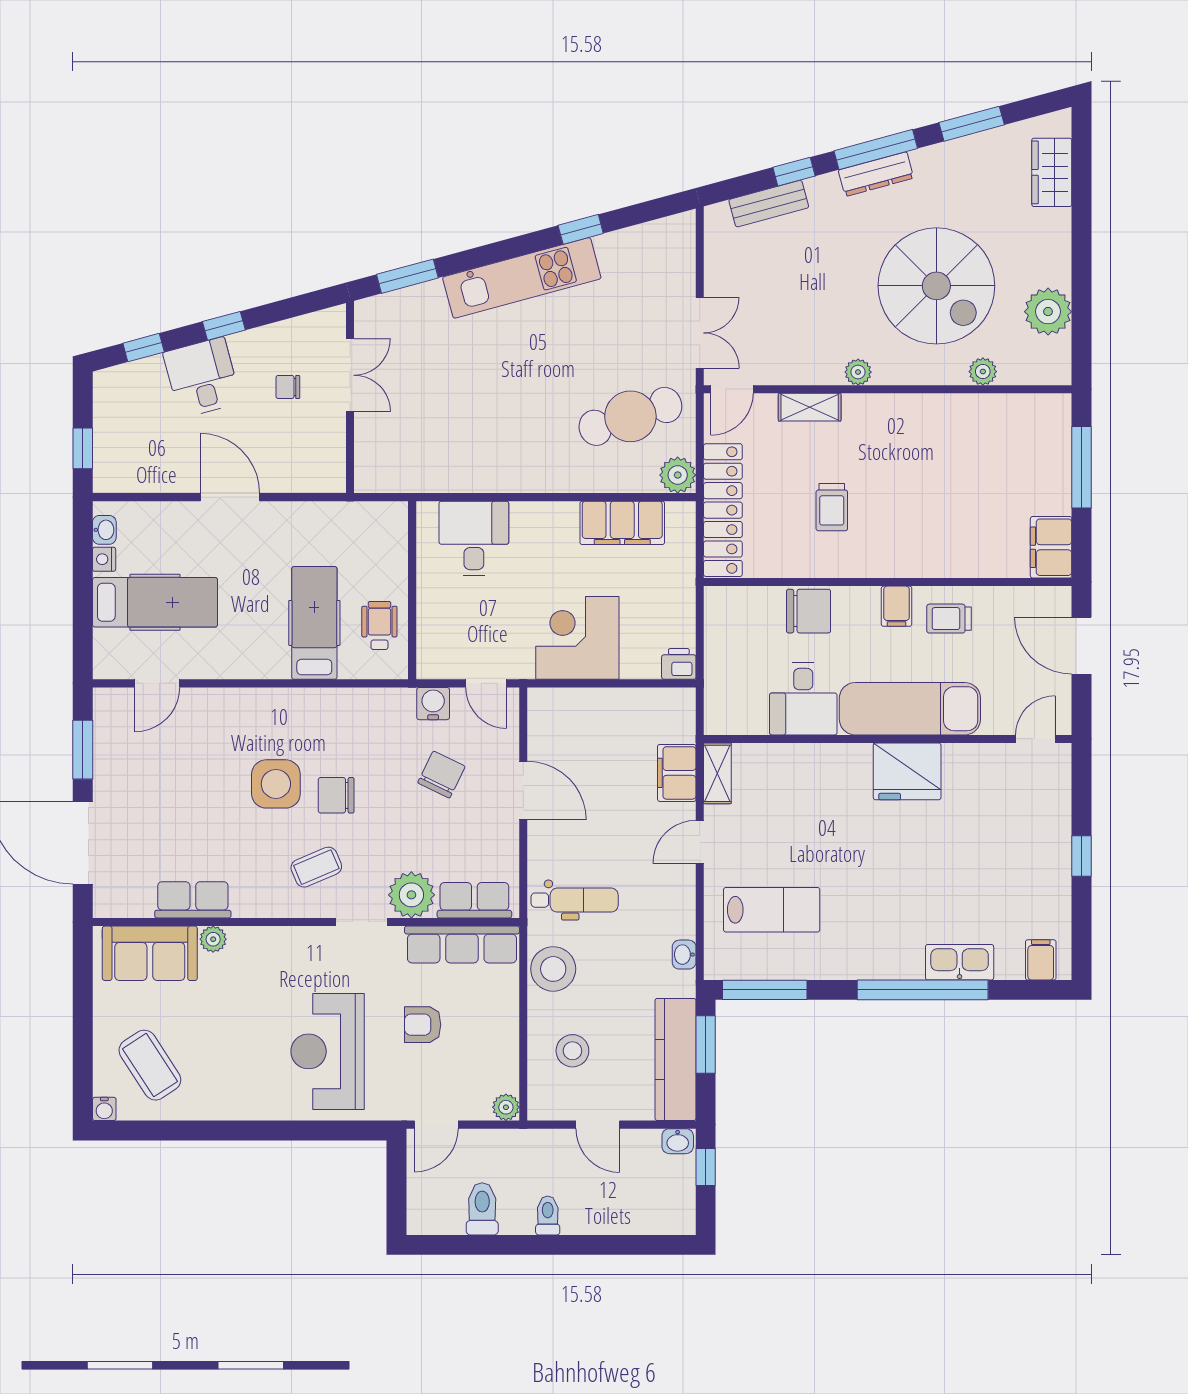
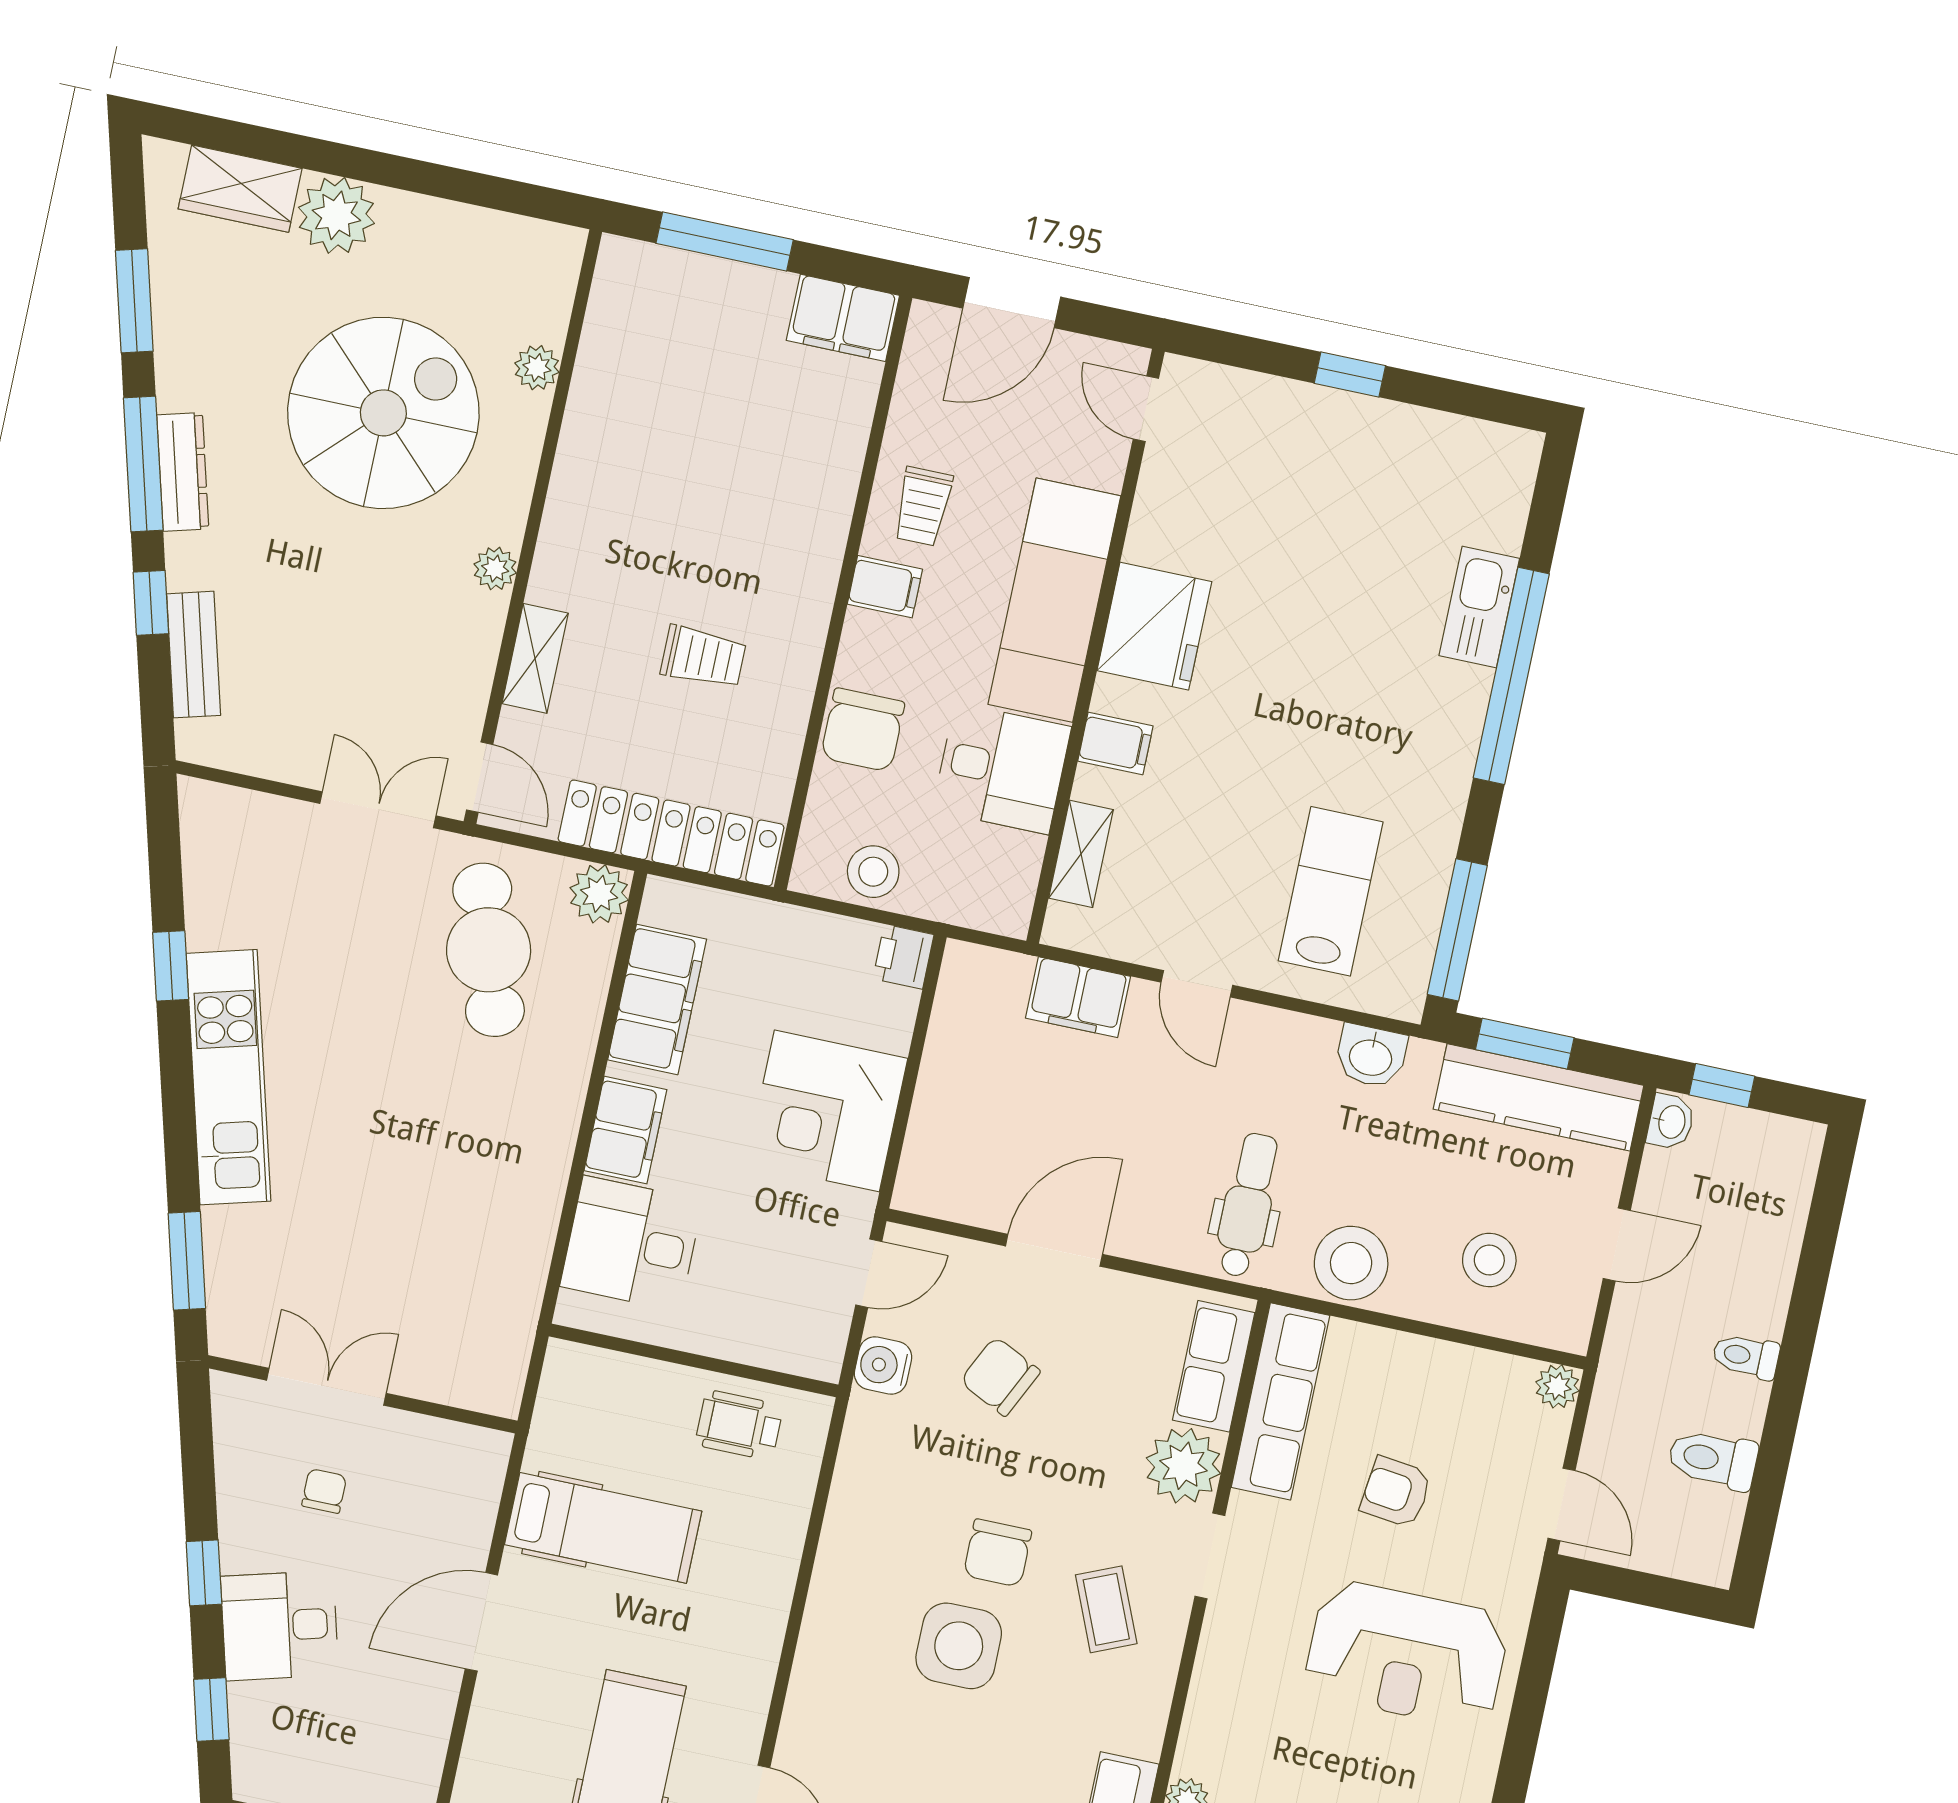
plant: (1048, 312) -> (336, 215), moved
chair: (288, 387) -> (324, 1491), turned 180
filing cabinet: (541, 521) -> (625, 1130), added
chair: (809, 611) -> (863, 730), turned 180
hospital bed: (314, 623) -> (603, 1528), moved, turned 180
stool: (726, 635) -> (873, 872), added
shelving: (717, 773) -> (1081, 854), moved, turned 90
washbasin: (684, 955) -> (1371, 1056), width x1.38, depth x1.45
filing cabinet: (1041, 960) -> (1115, 743), moved, turned 180
armchair: (423, 1025) -> (1396, 1492), turned 97

